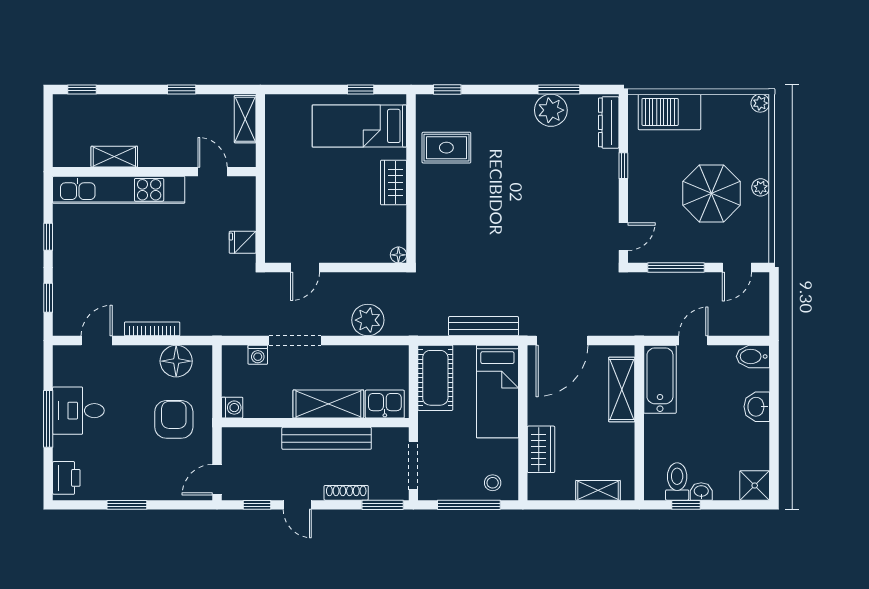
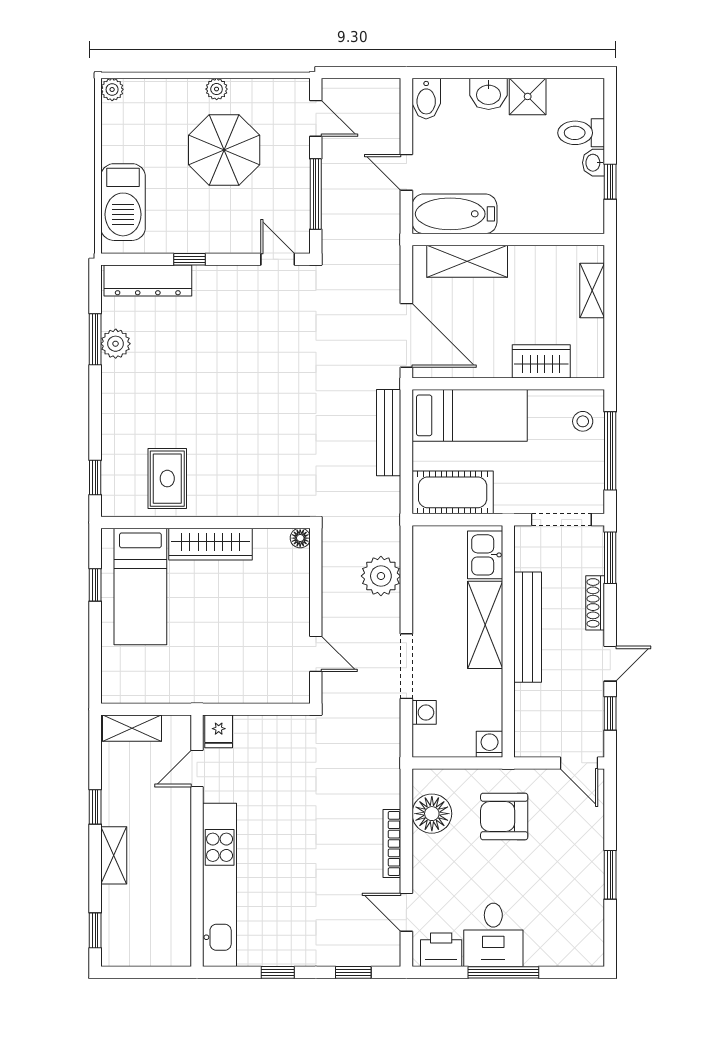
plant: (551, 110) -> (116, 344), width x0.73, depth x0.73
dresser: (609, 122) -> (148, 281), width x1.37, depth x1.24
shelving: (114, 157) -> (114, 855), moved
wardrobe: (394, 182) -> (210, 544), width x1.50
fridge: (243, 242) -> (219, 731), moved
printer: (66, 478) -> (441, 950), moved
toilet: (677, 482) -> (581, 133), moved
shower: (755, 486) -> (528, 96), moved

